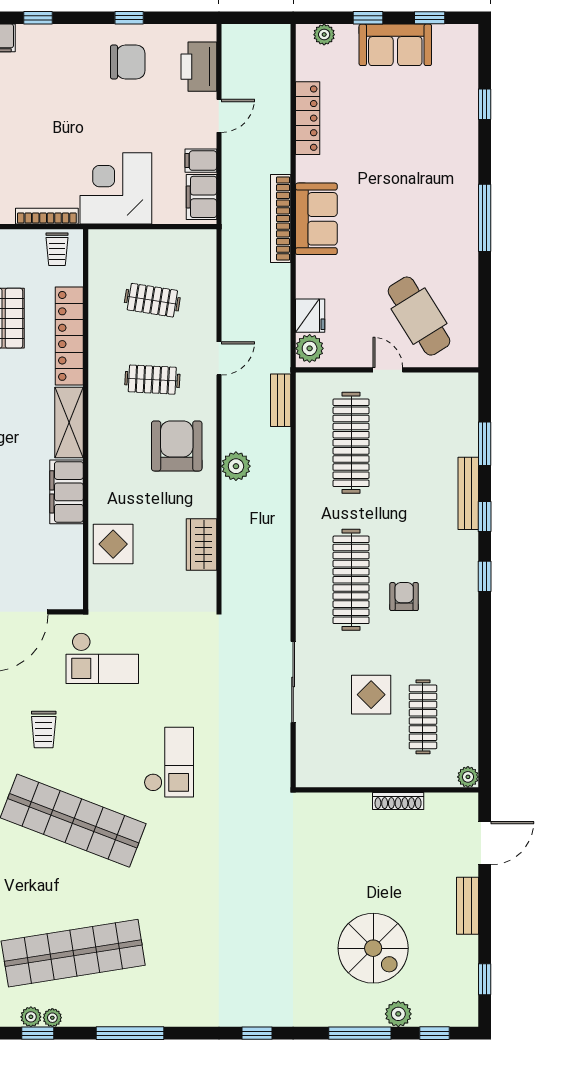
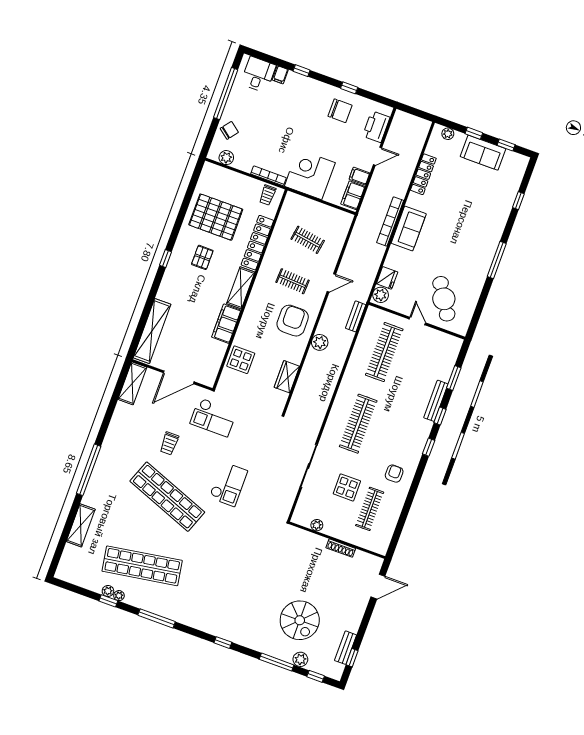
armchair: (404, 597) -> (394, 474), moved
plant: (468, 777) -> (317, 525), moved
bench: (468, 906) -> (346, 648), moved

